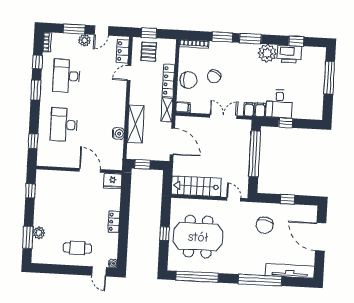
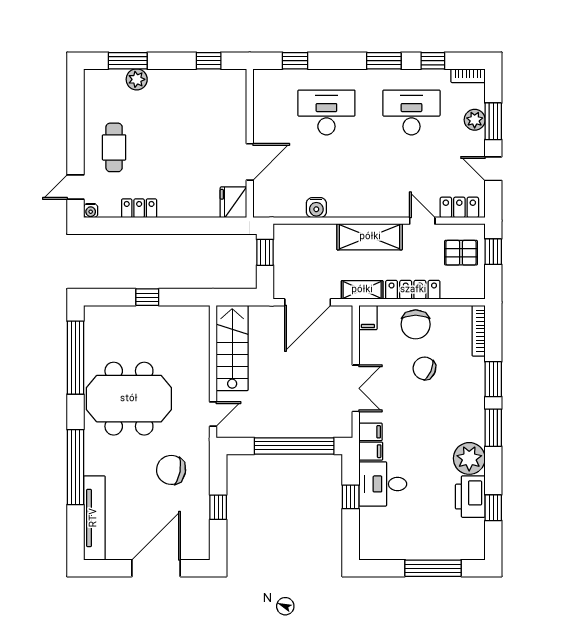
plant: (85, 40) -> (475, 120), moved
shelving: (136, 124) -> (370, 237), moved
locker: (114, 222) -> (139, 208), moved
meeting table: (198, 237) -> (129, 399), moved, turned 90

